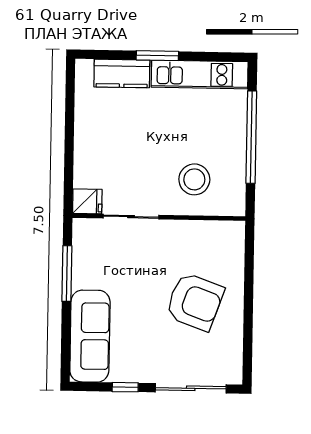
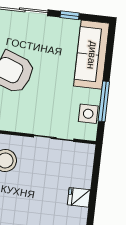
fridge: (87, 201) -> (79, 197), moved
side table: (87, 254) -> (88, 114), added

